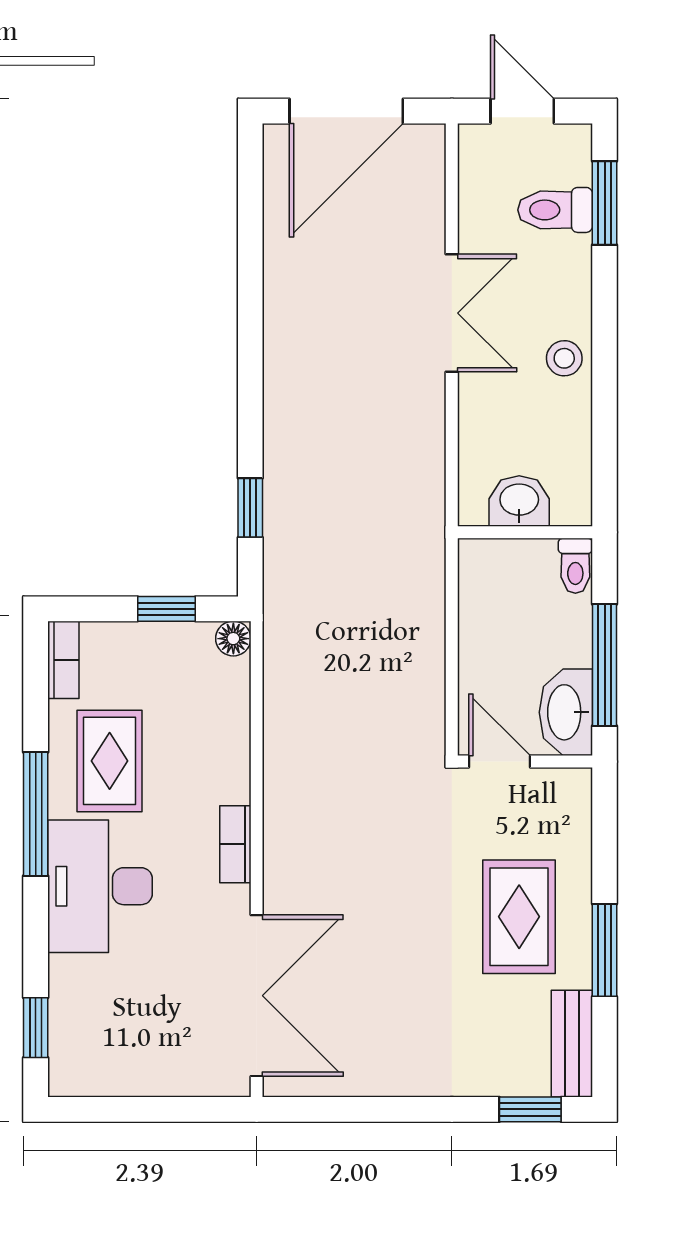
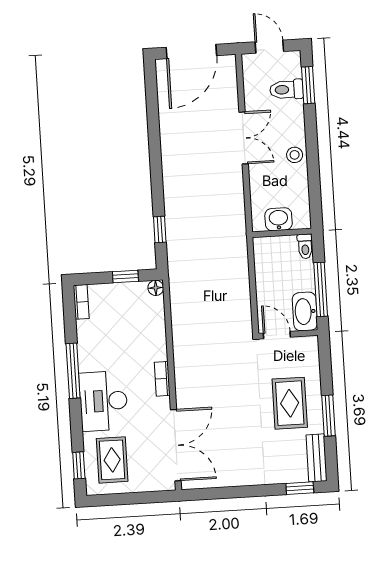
rug: (110, 761) -> (112, 460), moved

